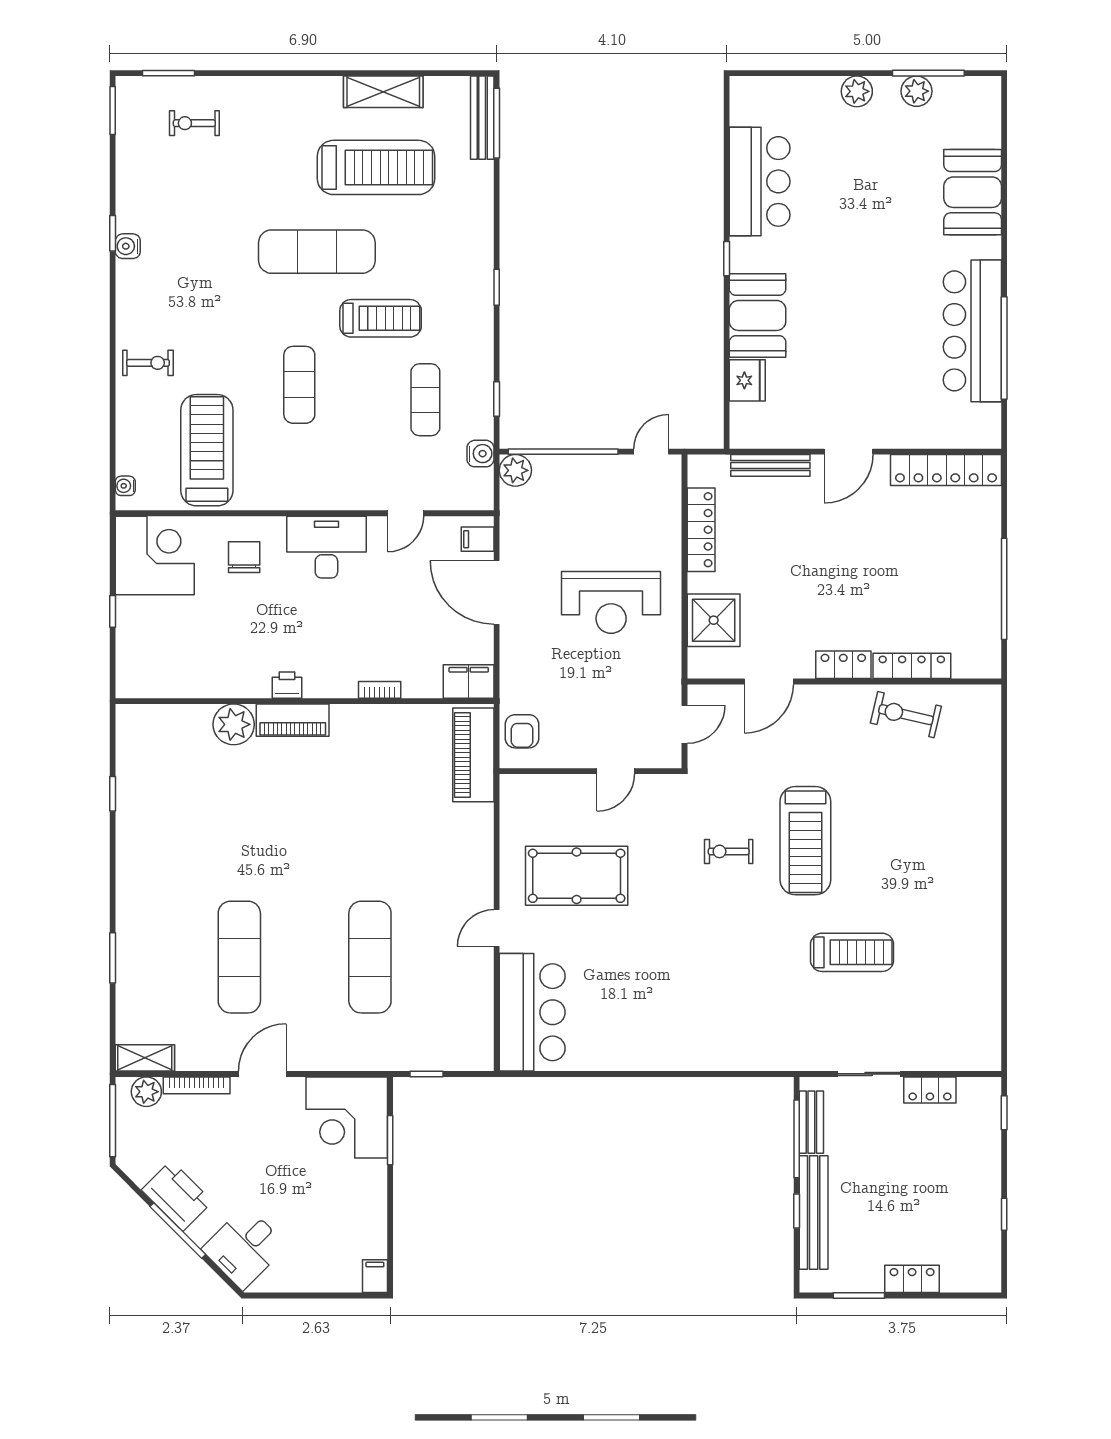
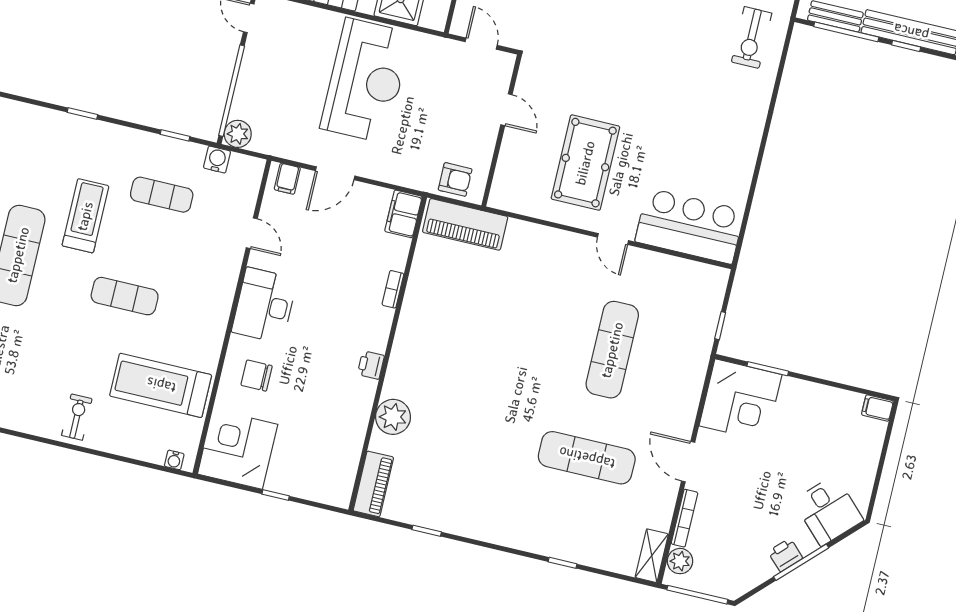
door: (497, 592) -> (335, 173), width x0.73
reception desk: (611, 602) -> (366, 81), width x1.36, depth x1.30
piano: (293, 720) -> (373, 484), moved
exercise bike: (729, 851) -> (752, 37), moved, width x1.38, depth x1.39
exercise mat: (370, 957) -> (612, 350), turned 90
window: (113, 958) -> (563, 563), width x0.67
printer: (177, 1196) -> (785, 555), width x0.53, depth x0.68

